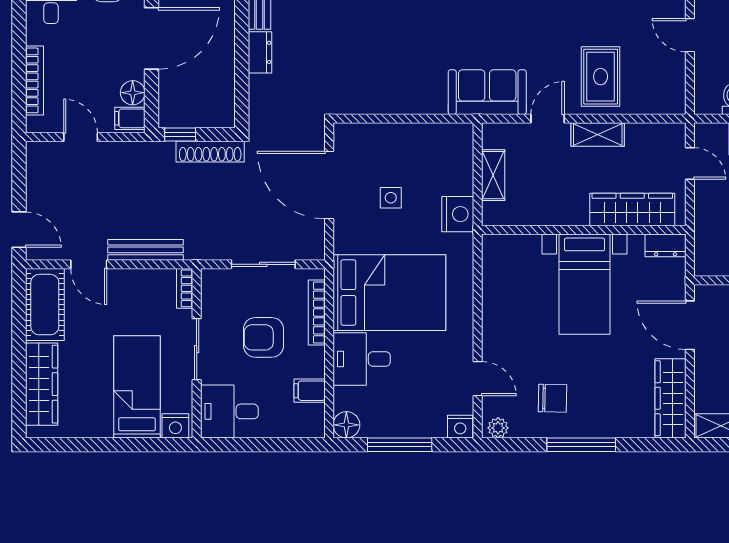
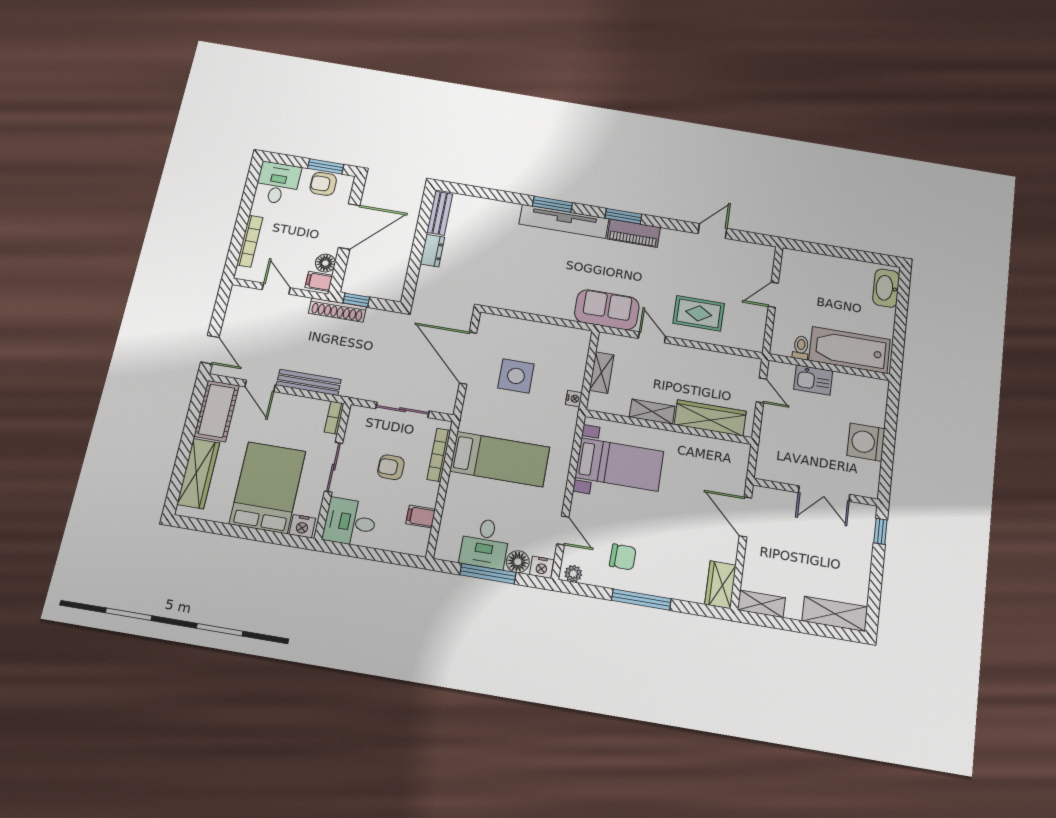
door: (690, 35) -> (773, 295), hinge flipped
rug: (601, 77) -> (699, 313), turned 90
door: (548, 119) -> (652, 337), hinge flipped
shelving: (598, 134) -> (652, 412), moved
shoe rack: (210, 152) -> (337, 310), moved
side table: (391, 198) -> (516, 376), width x1.87, depth x1.87
nightstand: (458, 214) -> (574, 399), width x0.53, depth x0.56
dresser: (666, 245) -> (734, 450), removed
bed with nightstands: (584, 284) -> (619, 464), moved, turned -90
bed: (389, 293) -> (500, 459), width x0.67
armchair: (264, 337) -> (391, 467), width x0.72, depth x0.72
desk: (362, 359) -> (485, 543), moved, turned -90
bed: (137, 387) -> (268, 487), width x1.50
wardrobe: (670, 398) -> (720, 585), width x0.67
floor lamp: (346, 425) -> (518, 562), moved

